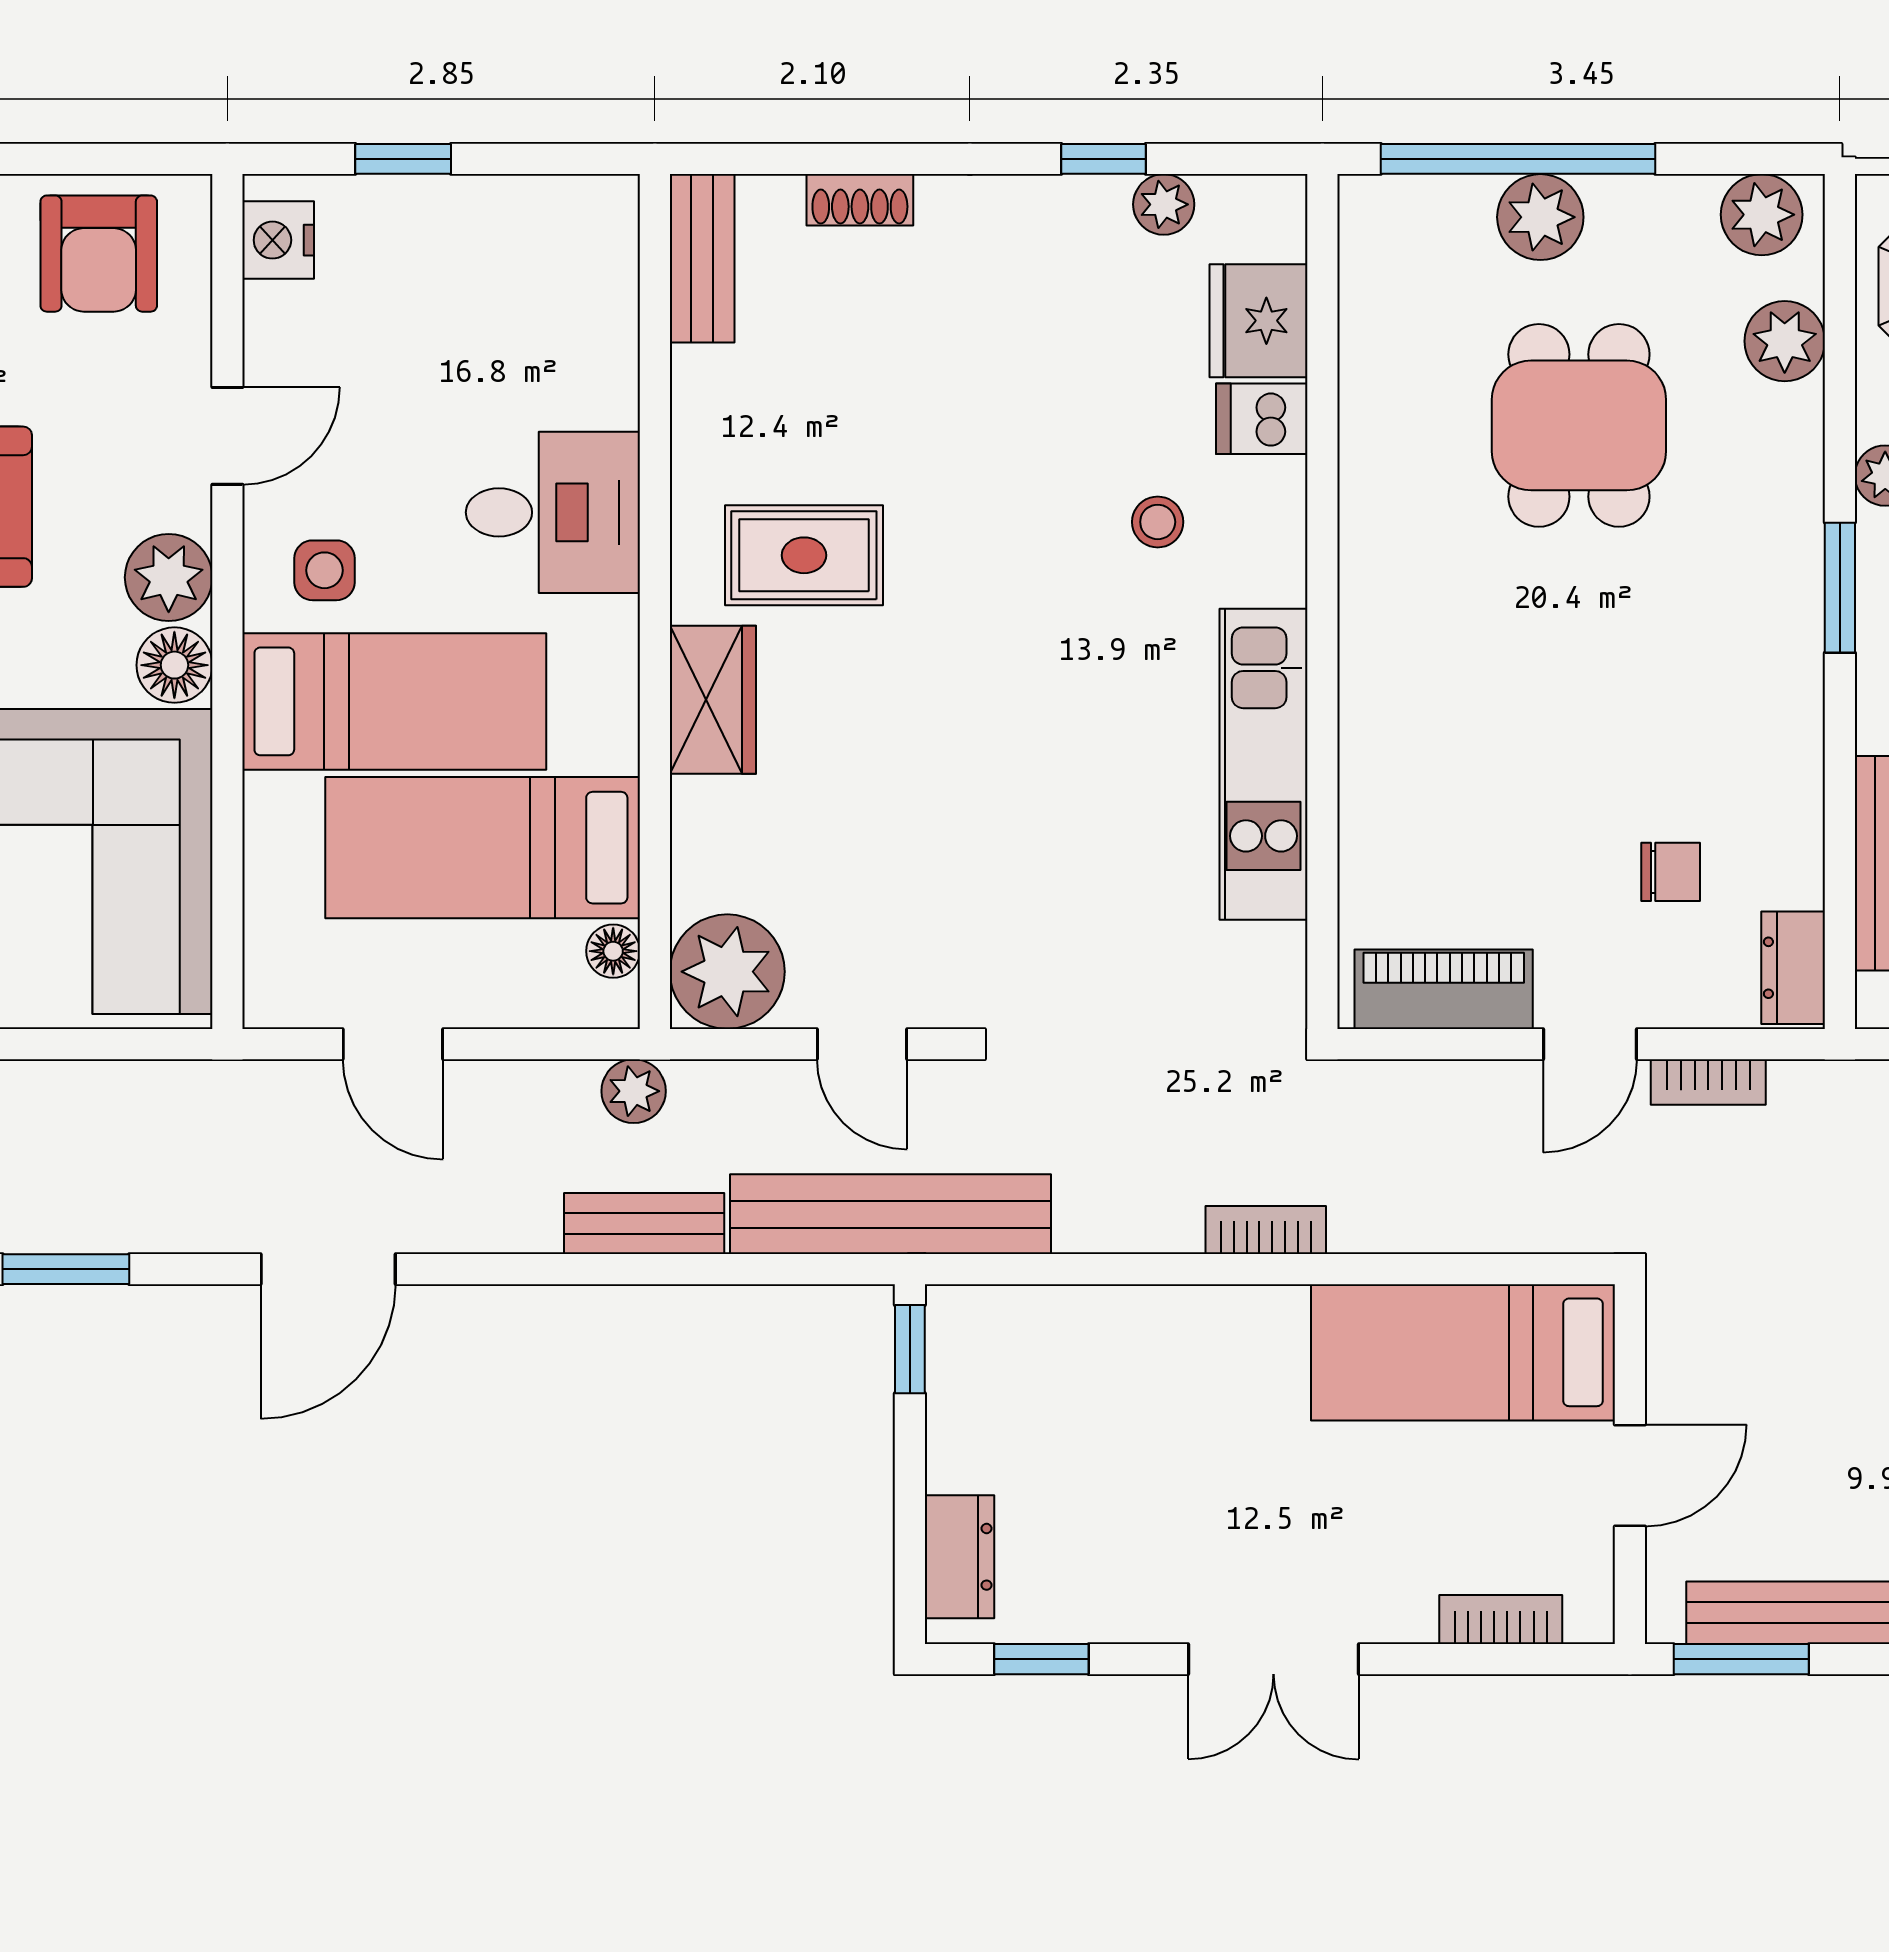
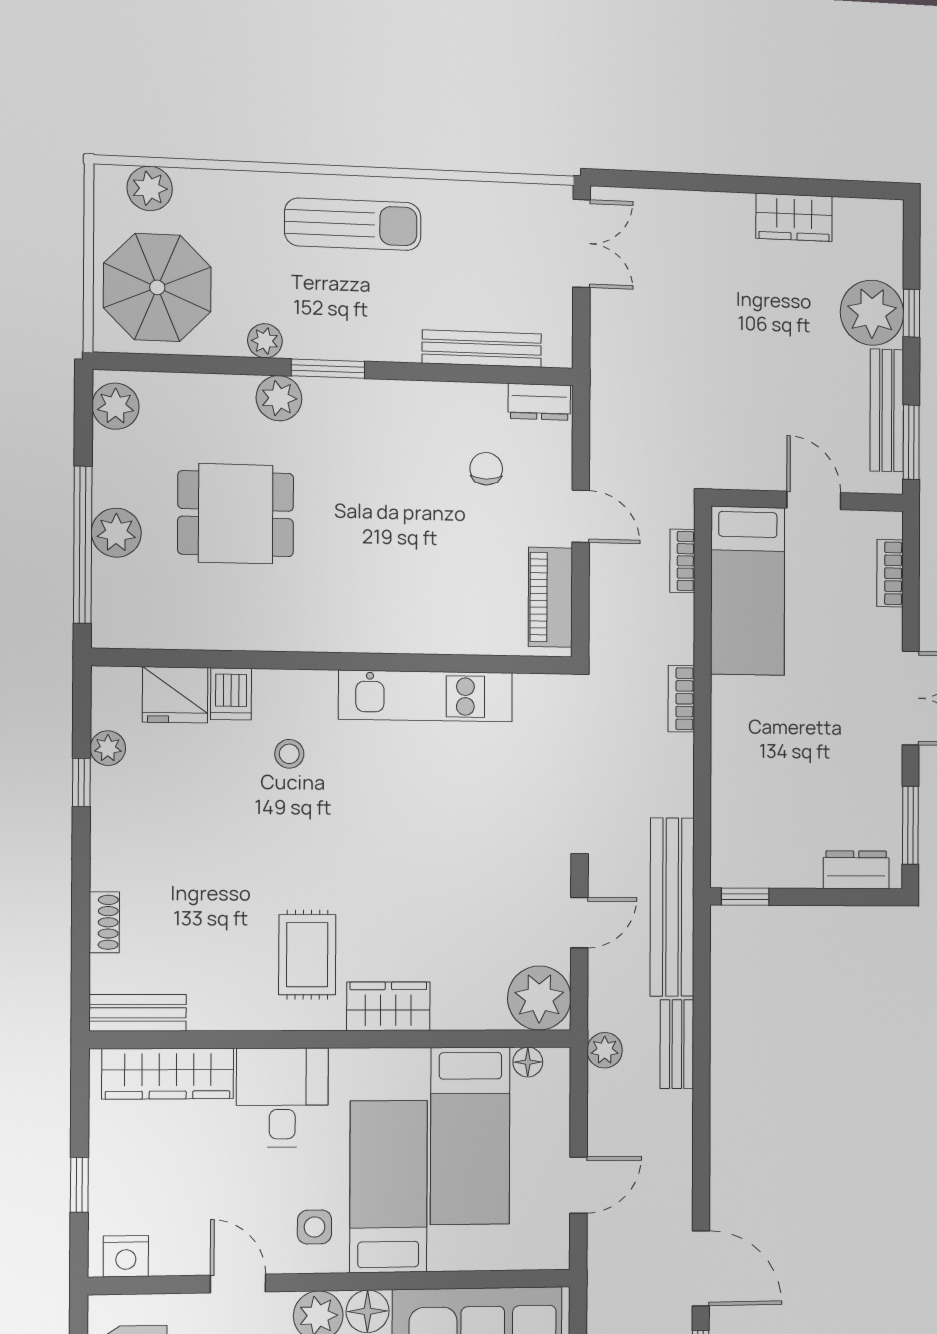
wardrobe: (596, 311) -> (168, 1074), added
plant: (1785, 341) -> (279, 398), moved
bookcase: (1708, 1082) -> (682, 561), moved, turned 180
door: (328, 1269) -> (701, 1268), moved
window: (1041, 1659) -> (910, 825), width x1.50

